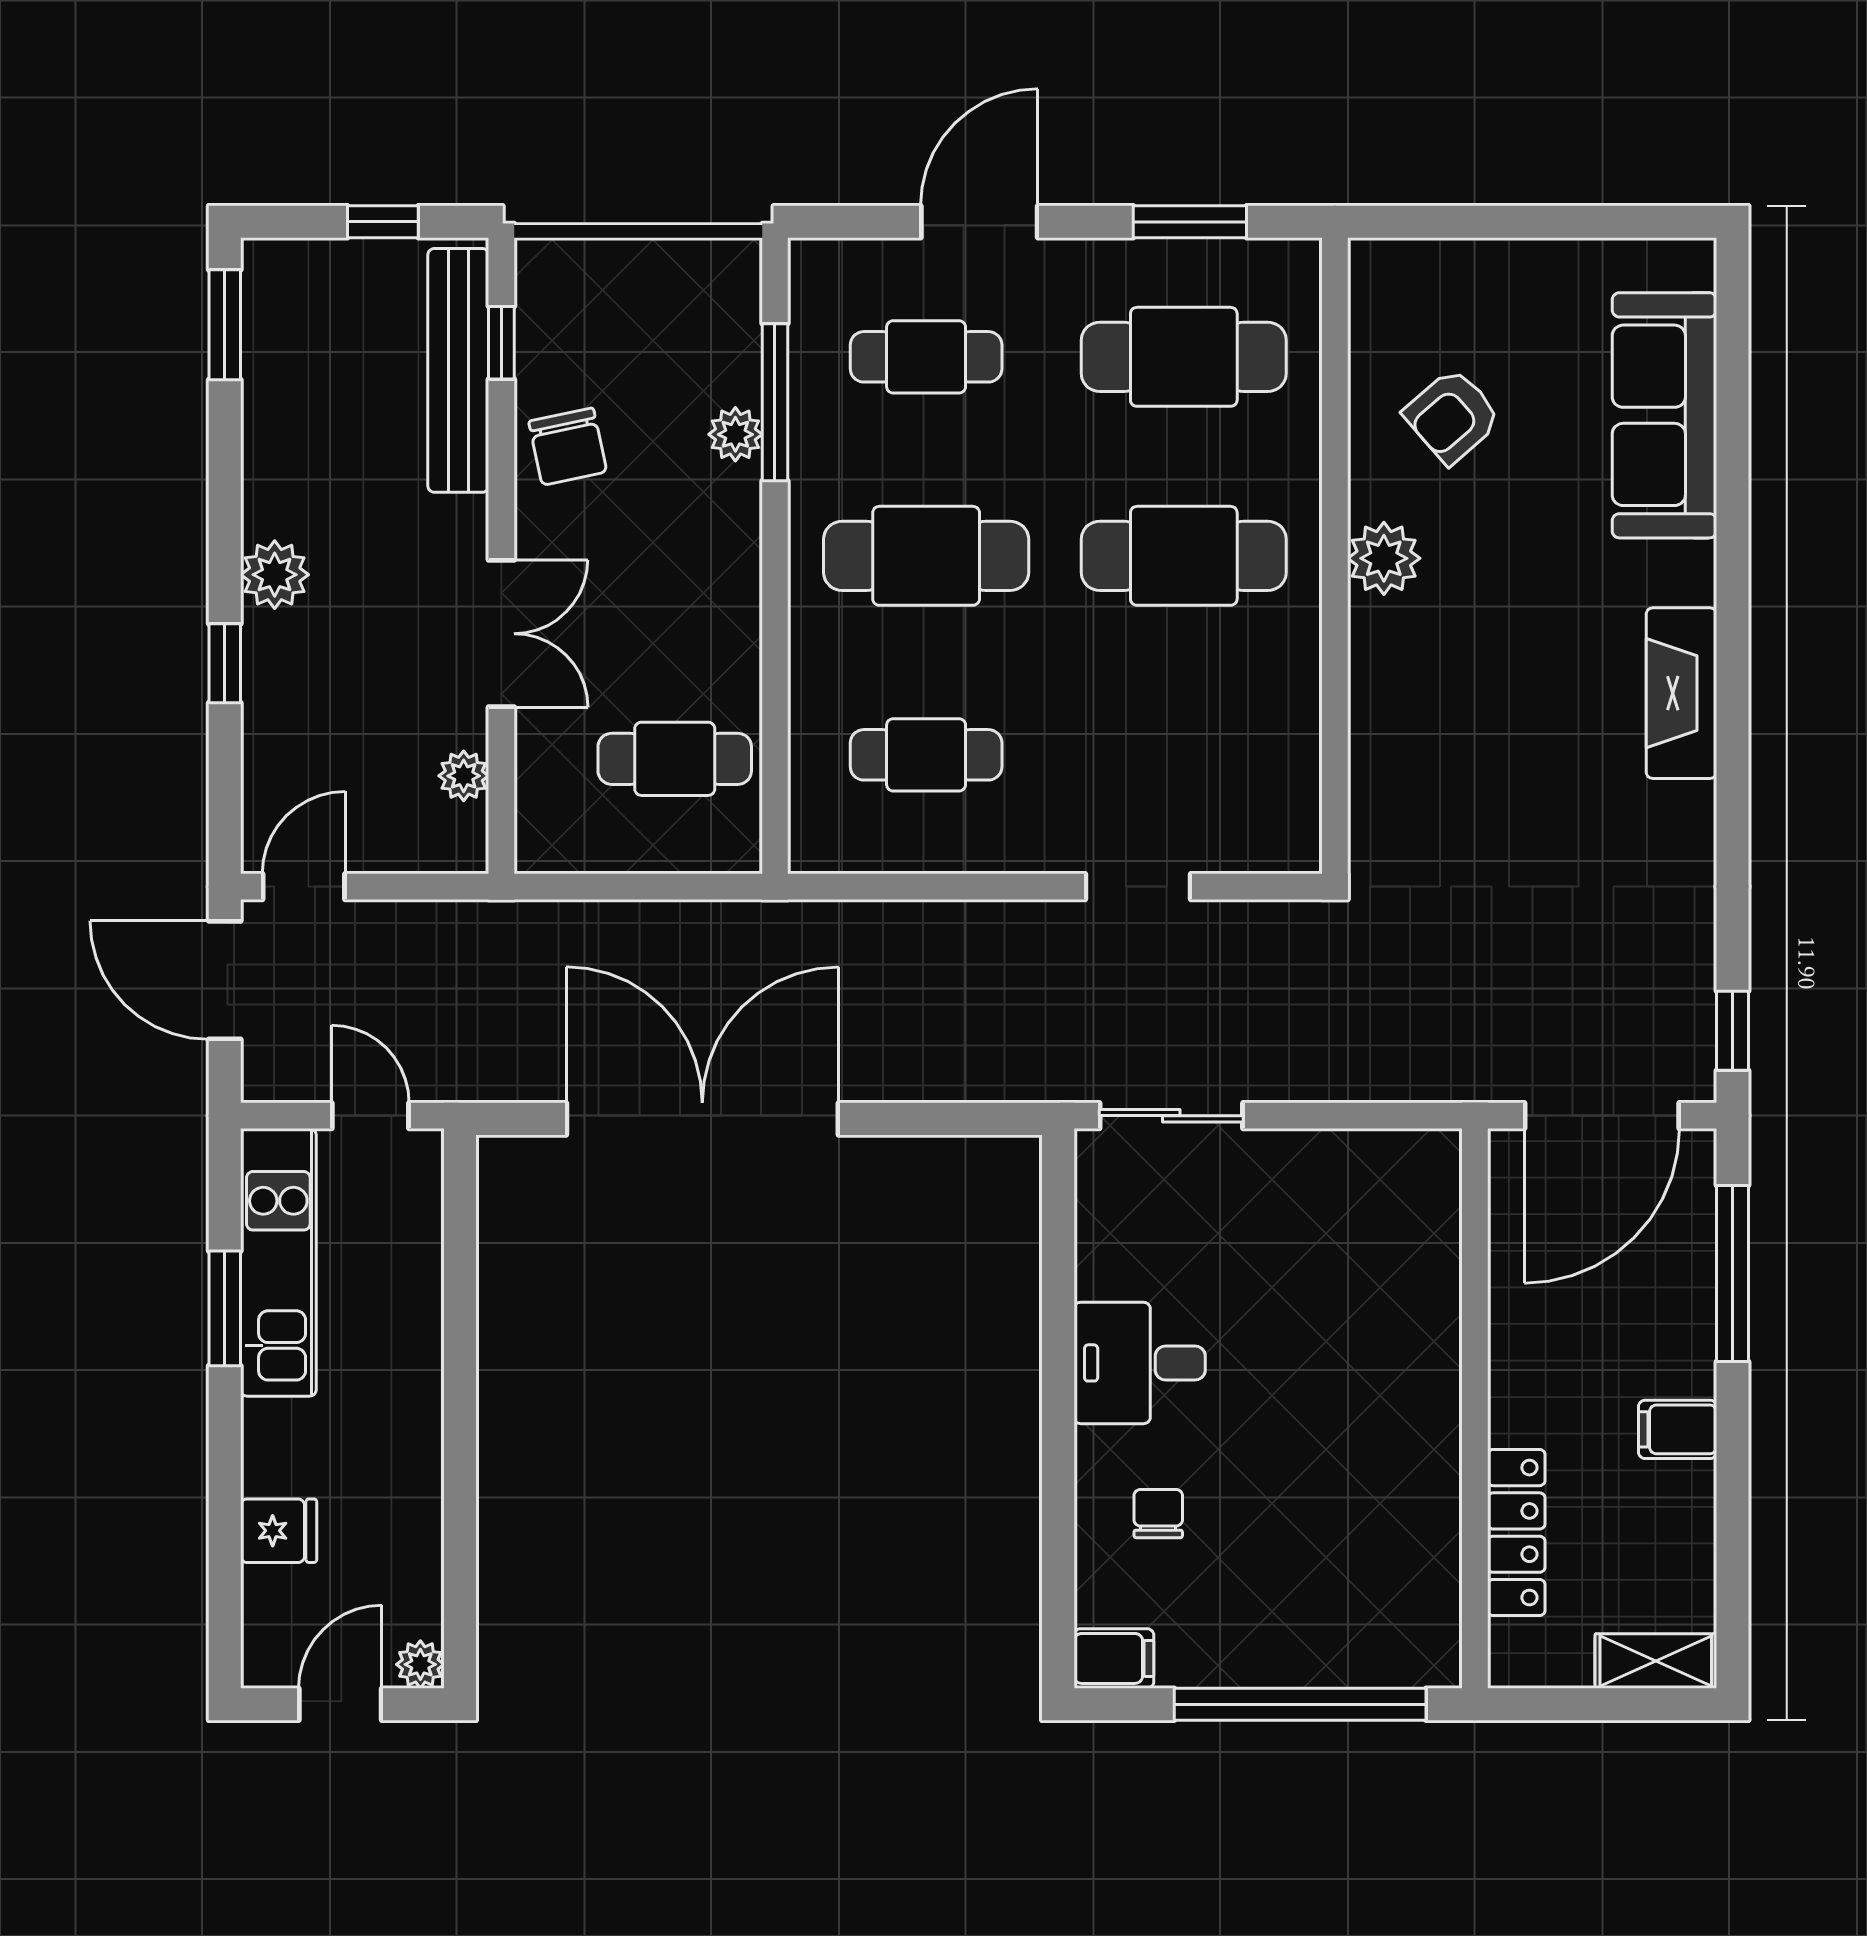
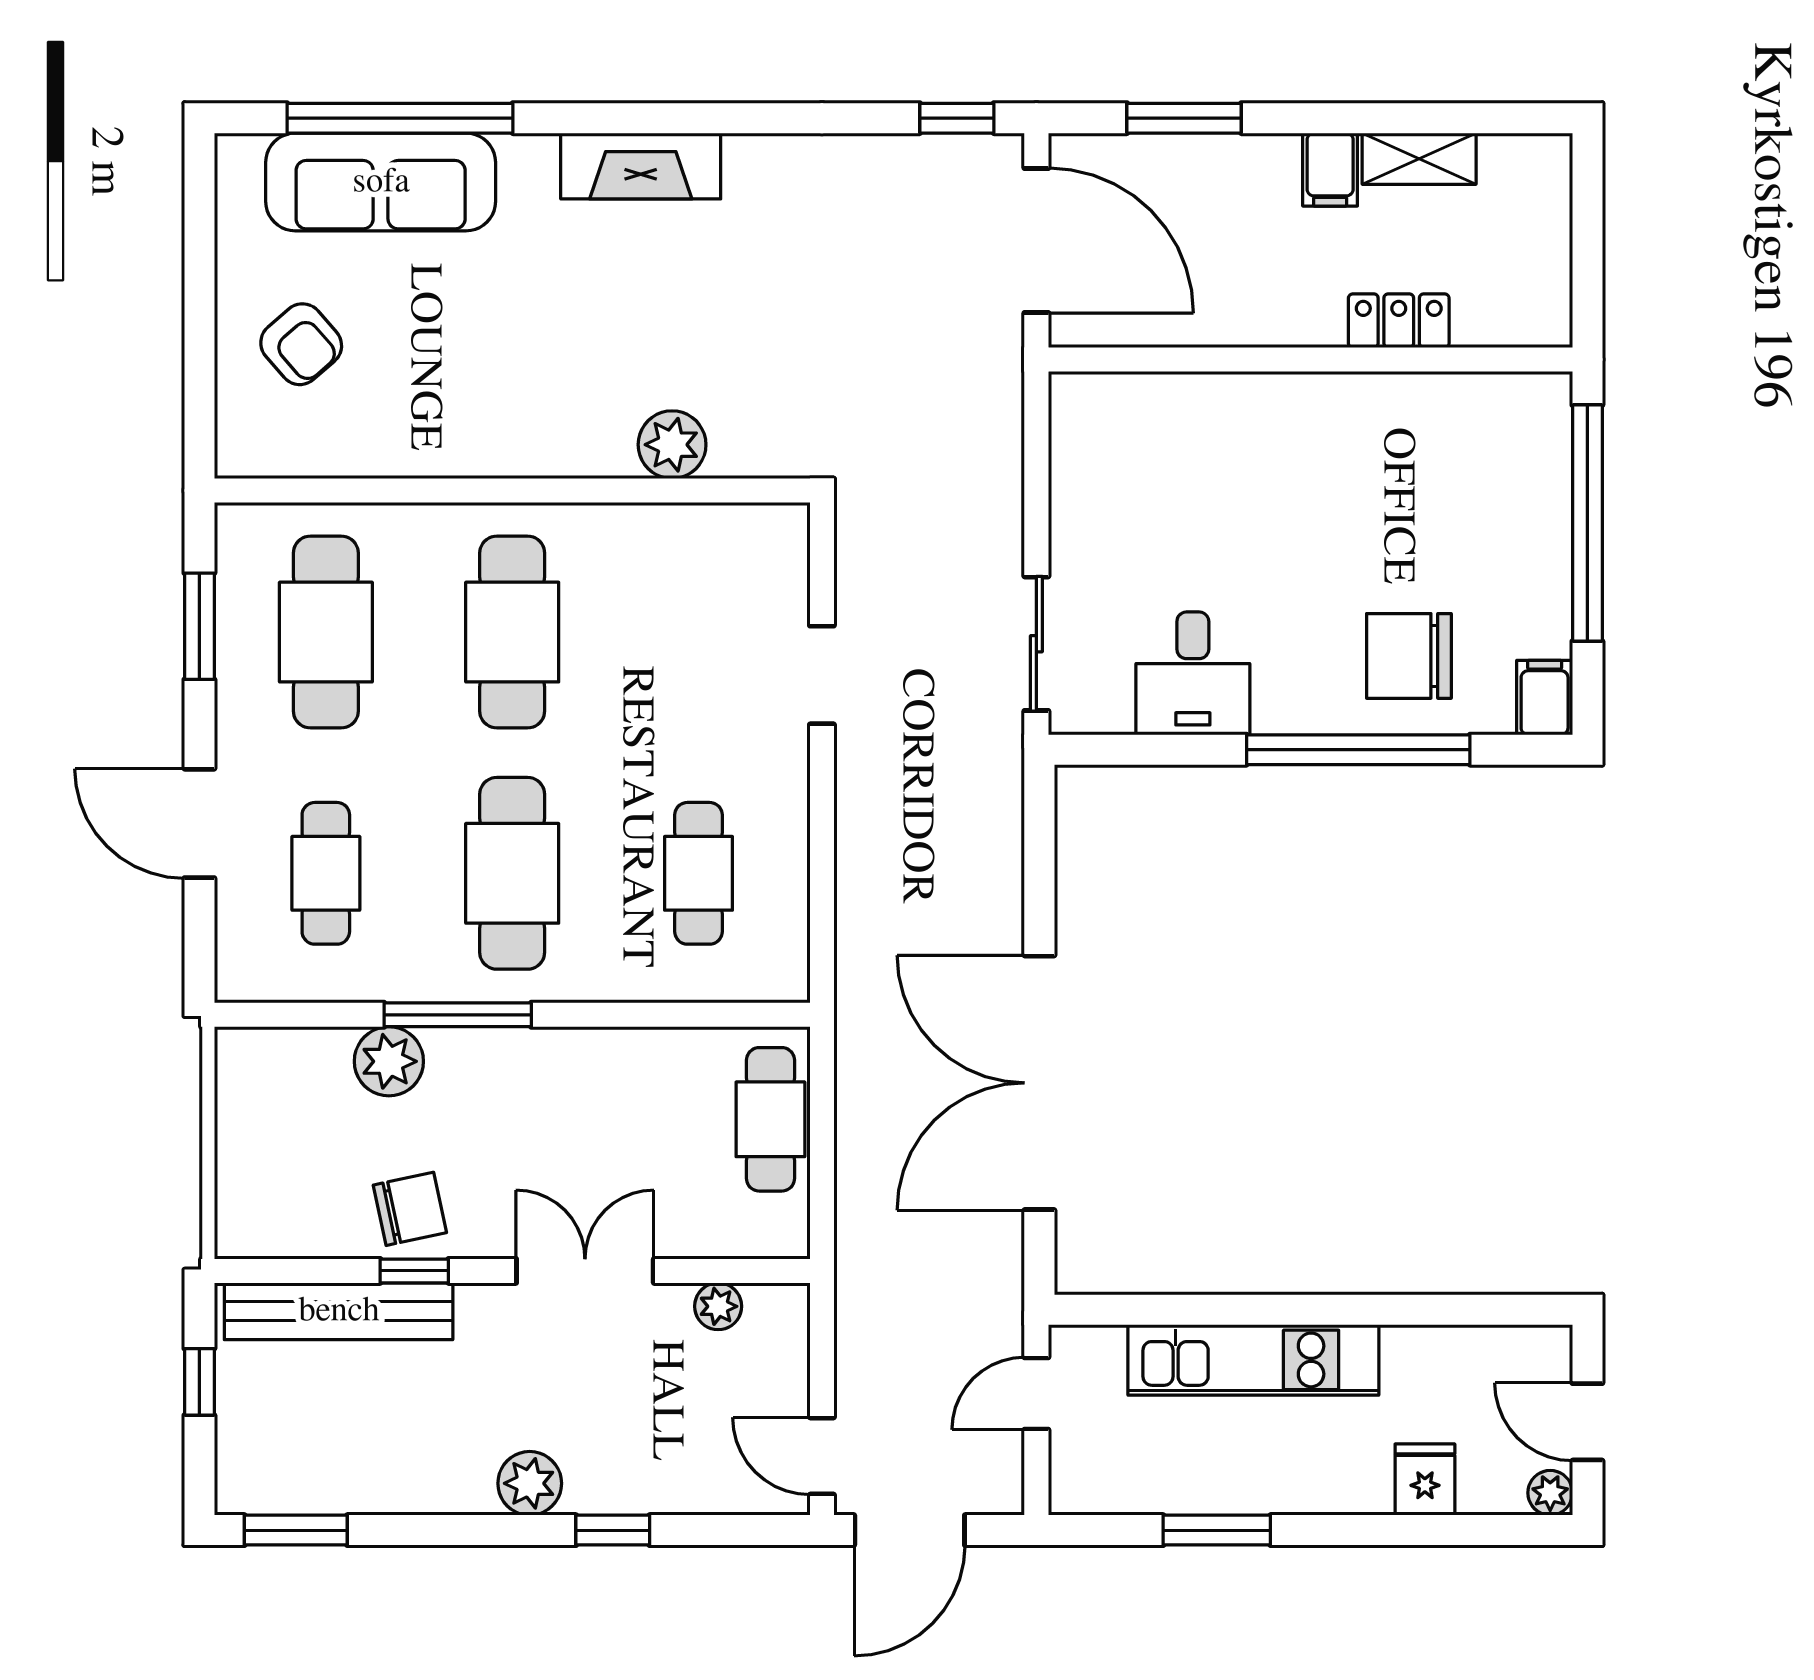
window: (501, 343) -> (414, 1271), moved
window: (775, 402) -> (458, 1015), moved
armchair: (1452, 416) -> (301, 344), moved
plant: (735, 434) -> (389, 1061), width x1.38, depth x1.38
window: (1732, 436) -> (400, 118), added
plant: (1384, 558) -> (672, 445), moved
cafe table: (675, 759) -> (770, 1119), moved
kitchen unit: (278, 1262) -> (1253, 1360), moved, turned 180
window: (1732, 1273) -> (1184, 118), width x0.69
desk: (1140, 1363) -> (1193, 673), moved
window: (1058, 1459) -> (1358, 750), added
chair: (1158, 1514) -> (1409, 656), width x1.87, depth x1.87
locker: (1516, 1533) -> (1399, 321), width x0.66
shelving: (1656, 1661) -> (1419, 159), moved, turned 90
plant: (420, 1664) -> (1550, 1493), moved

